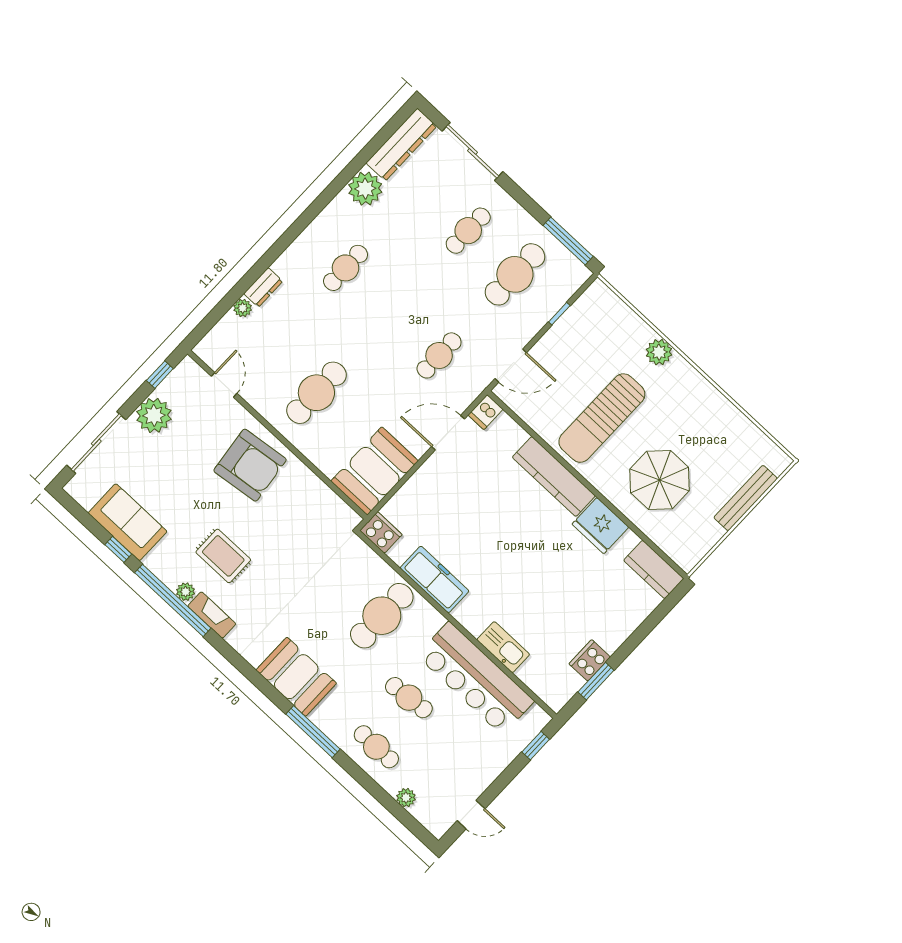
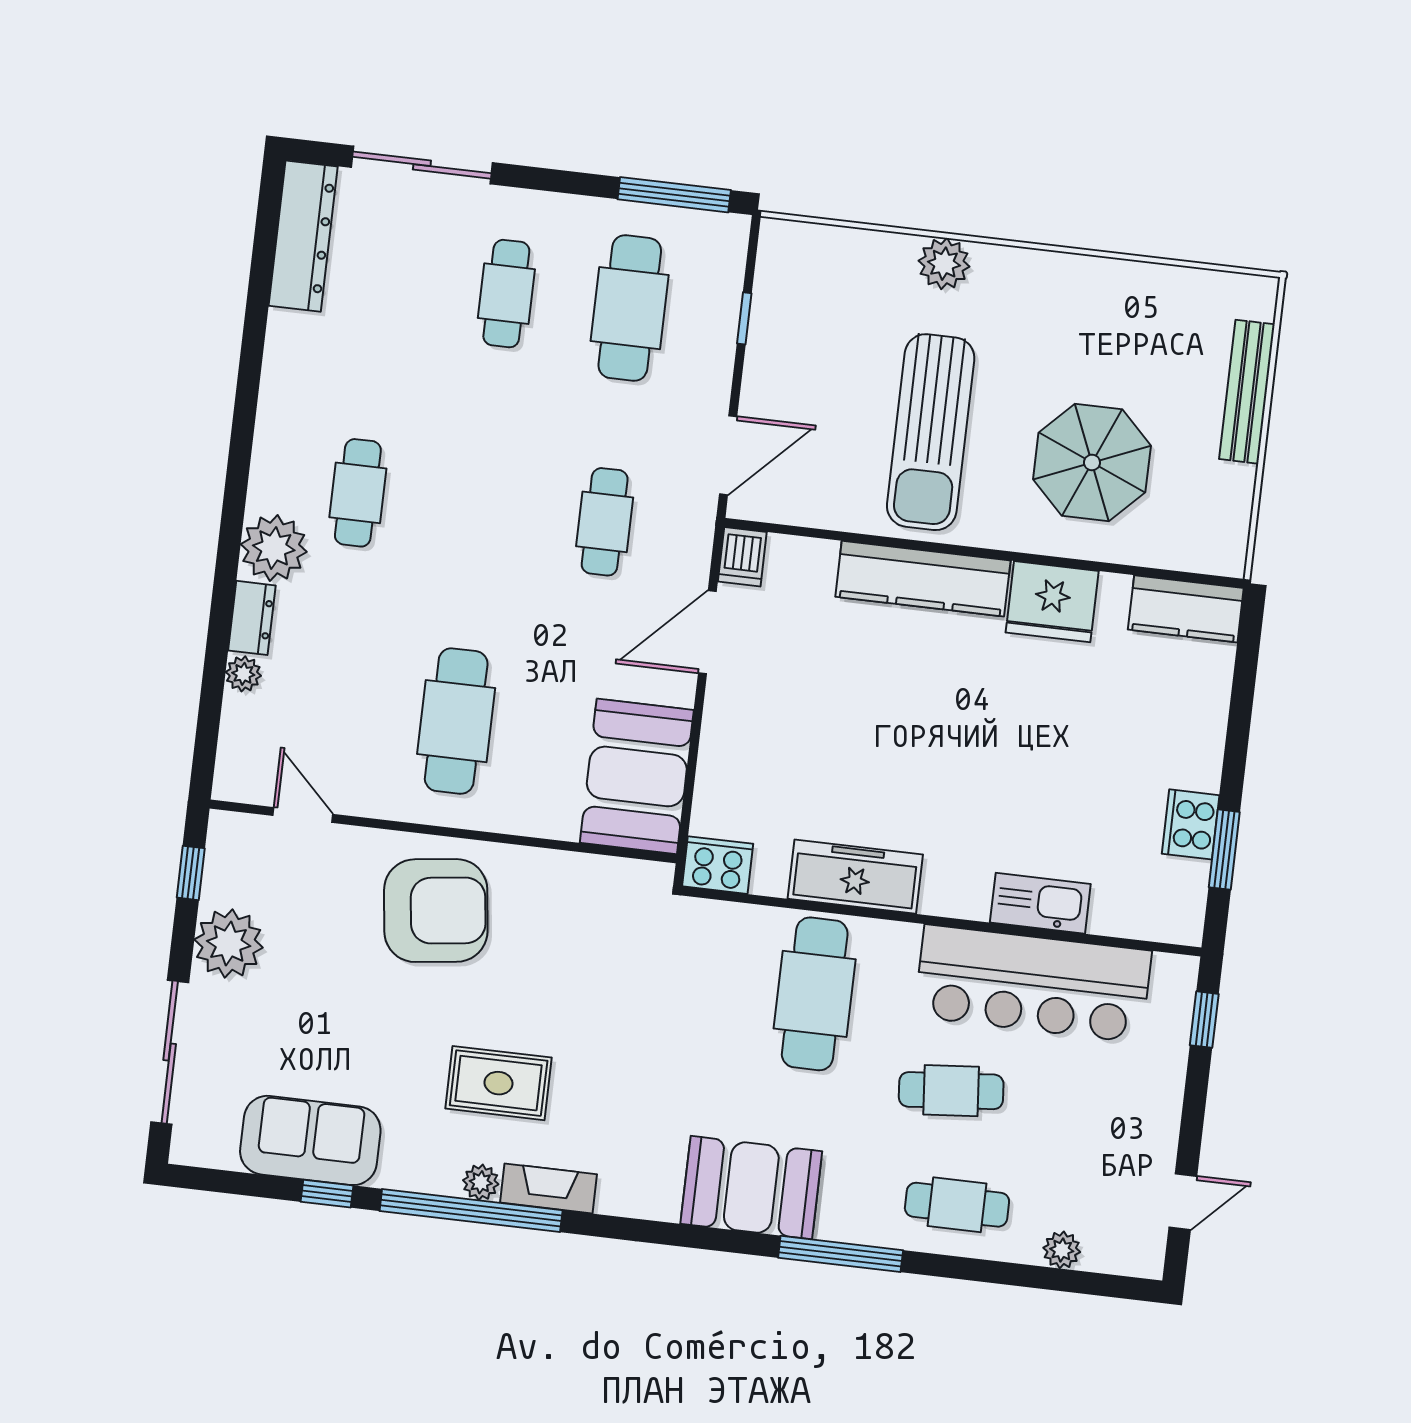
plant: (365, 189) -> (274, 548), moved

